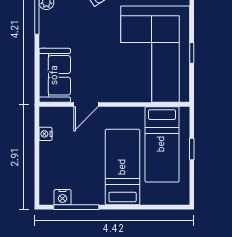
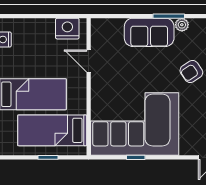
sofa: (55, 75) -> (149, 32), moved
nightstand: (45, 134) -> (67, 29), width x1.89, depth x1.79

